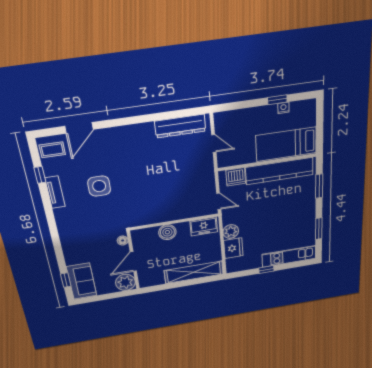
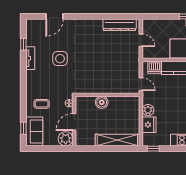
coffee table: (52, 150) -> (42, 104), moved
freezer: (204, 226) -> (128, 102), removed
window: (266, 270) -> (153, 149), moved

